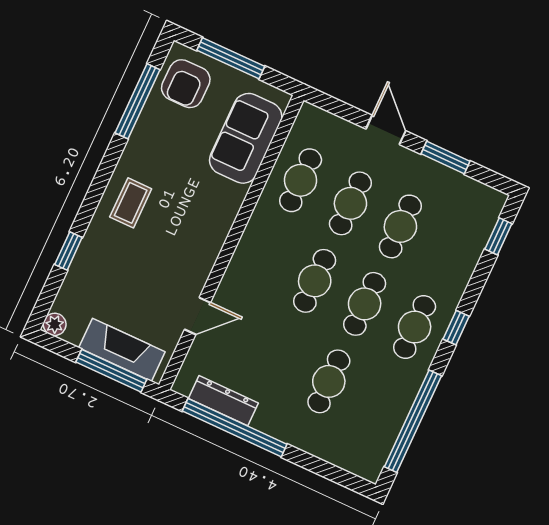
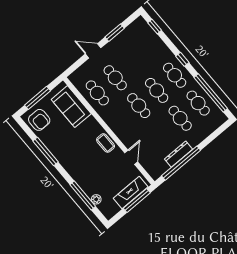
window: (138, 101) -> (46, 152), moved
coffee table: (131, 203) -> (106, 143), moved
cafe table: (400, 226) -> (198, 103), moved
window: (68, 251) -> (83, 195), width x2.17
plant: (55, 324) -> (96, 199), moved
dresser: (223, 401) -> (179, 154), moved

